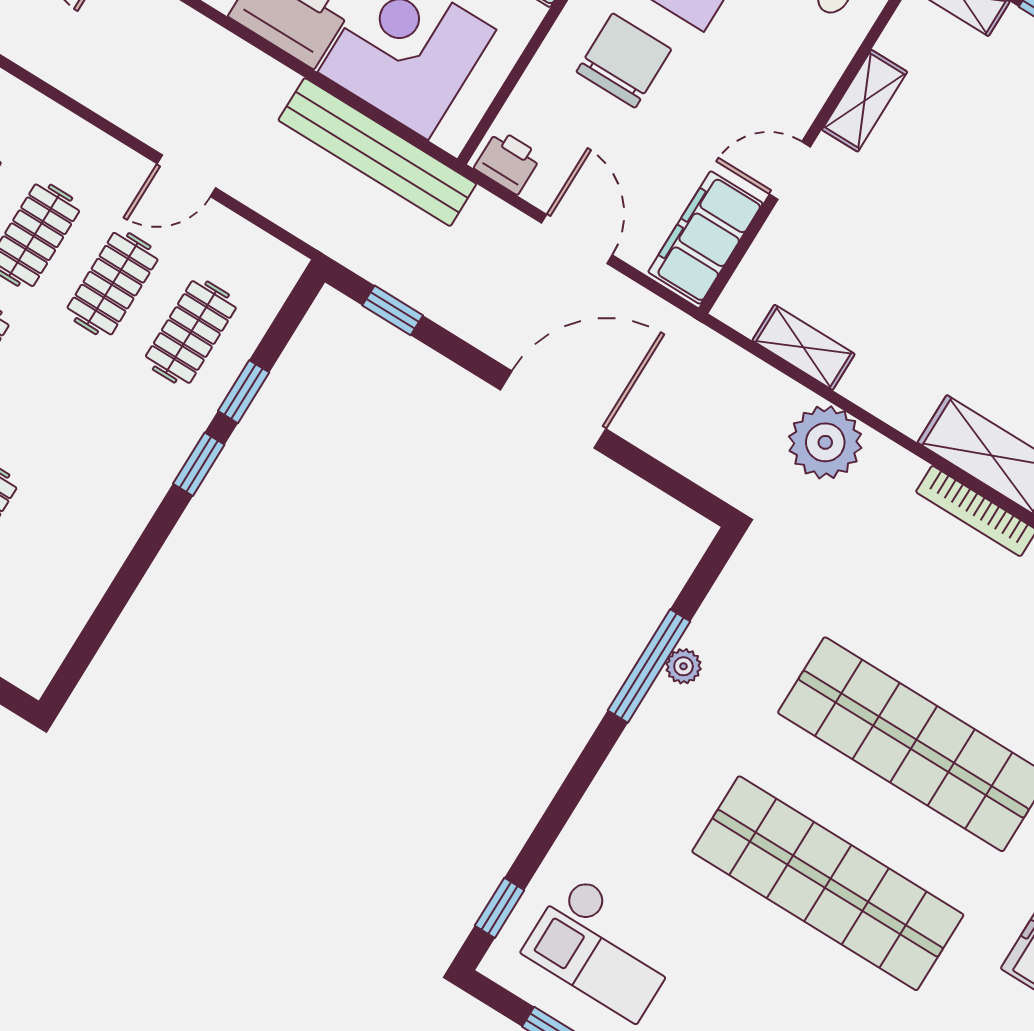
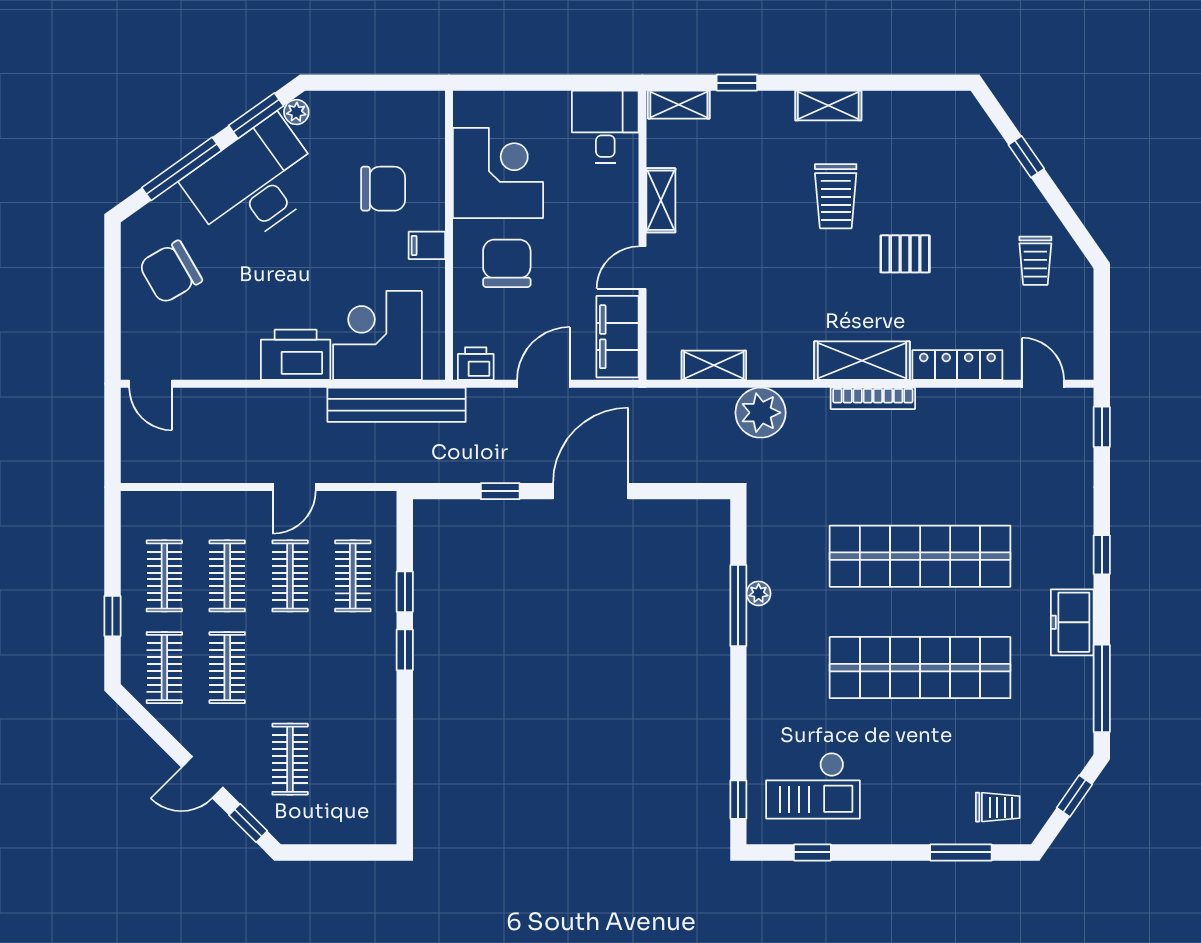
door: (577, 239) -> (543, 384), hinge flipped
window: (393, 310) -> (500, 491), moved

